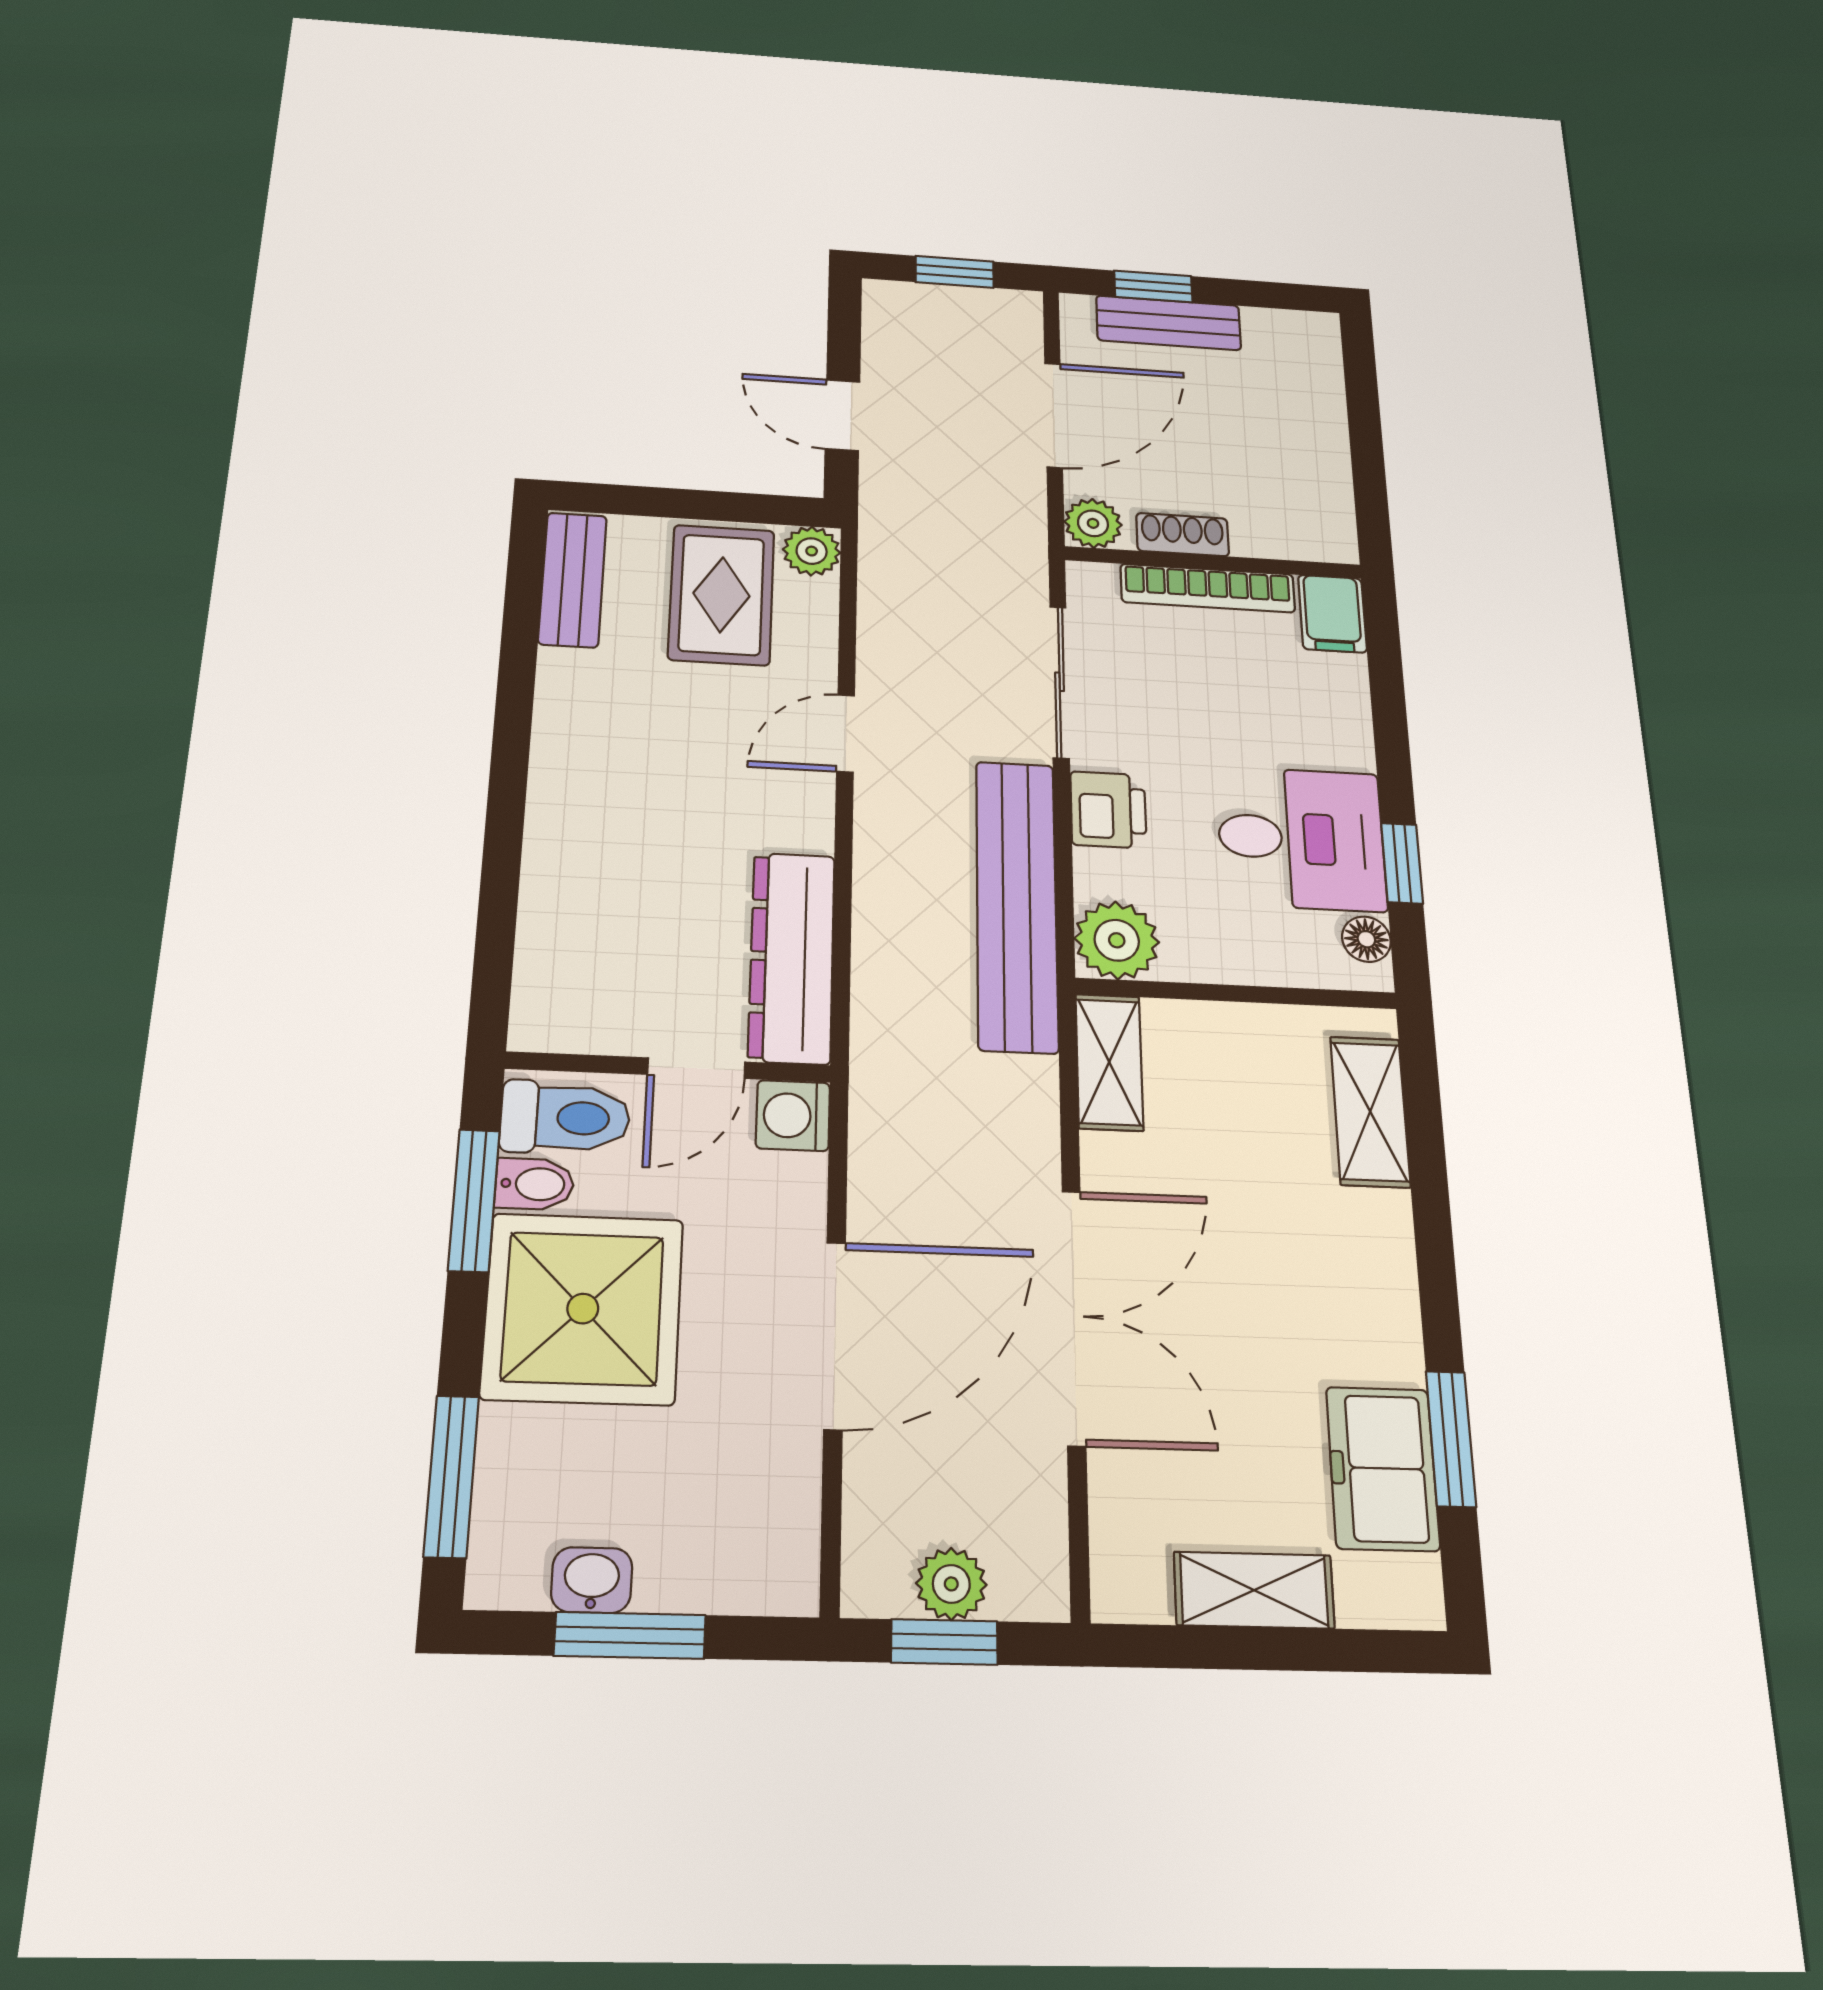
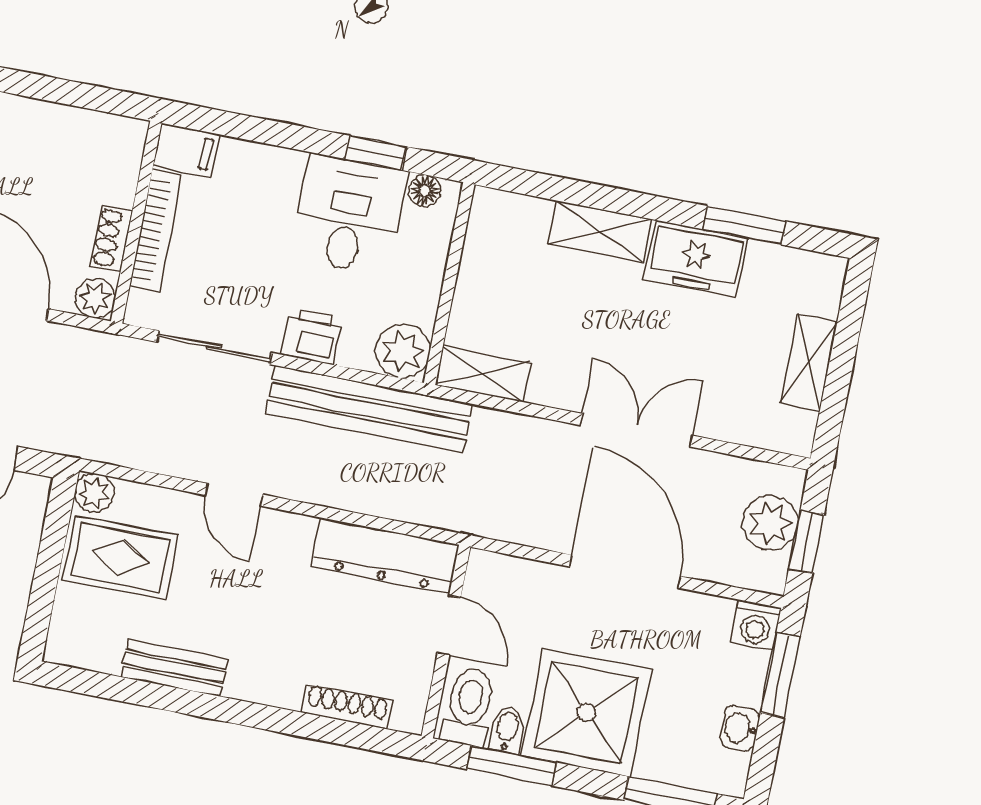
bench: (573, 580) -> (174, 668), moved
shoe rack: (540, 933) -> (347, 706), added
shelving: (1370, 1112) -> (600, 231), moved
washing machine: (793, 1116) -> (756, 625), moved
double door: (1074, 1316) -> (637, 430), width x0.73
freezer: (1383, 1468) -> (696, 259), moved
plant: (951, 1584) -> (770, 523), width x1.38, depth x1.38
window: (630, 1635) -> (780, 675), moved

